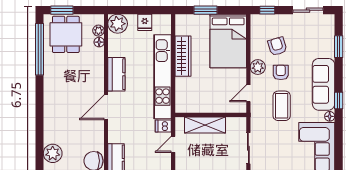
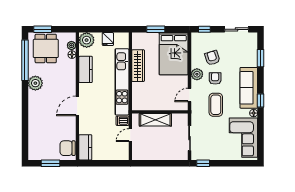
kitchen counter: (116, 74) -> (86, 69), moved
plant: (53, 153) -> (35, 83), moved

